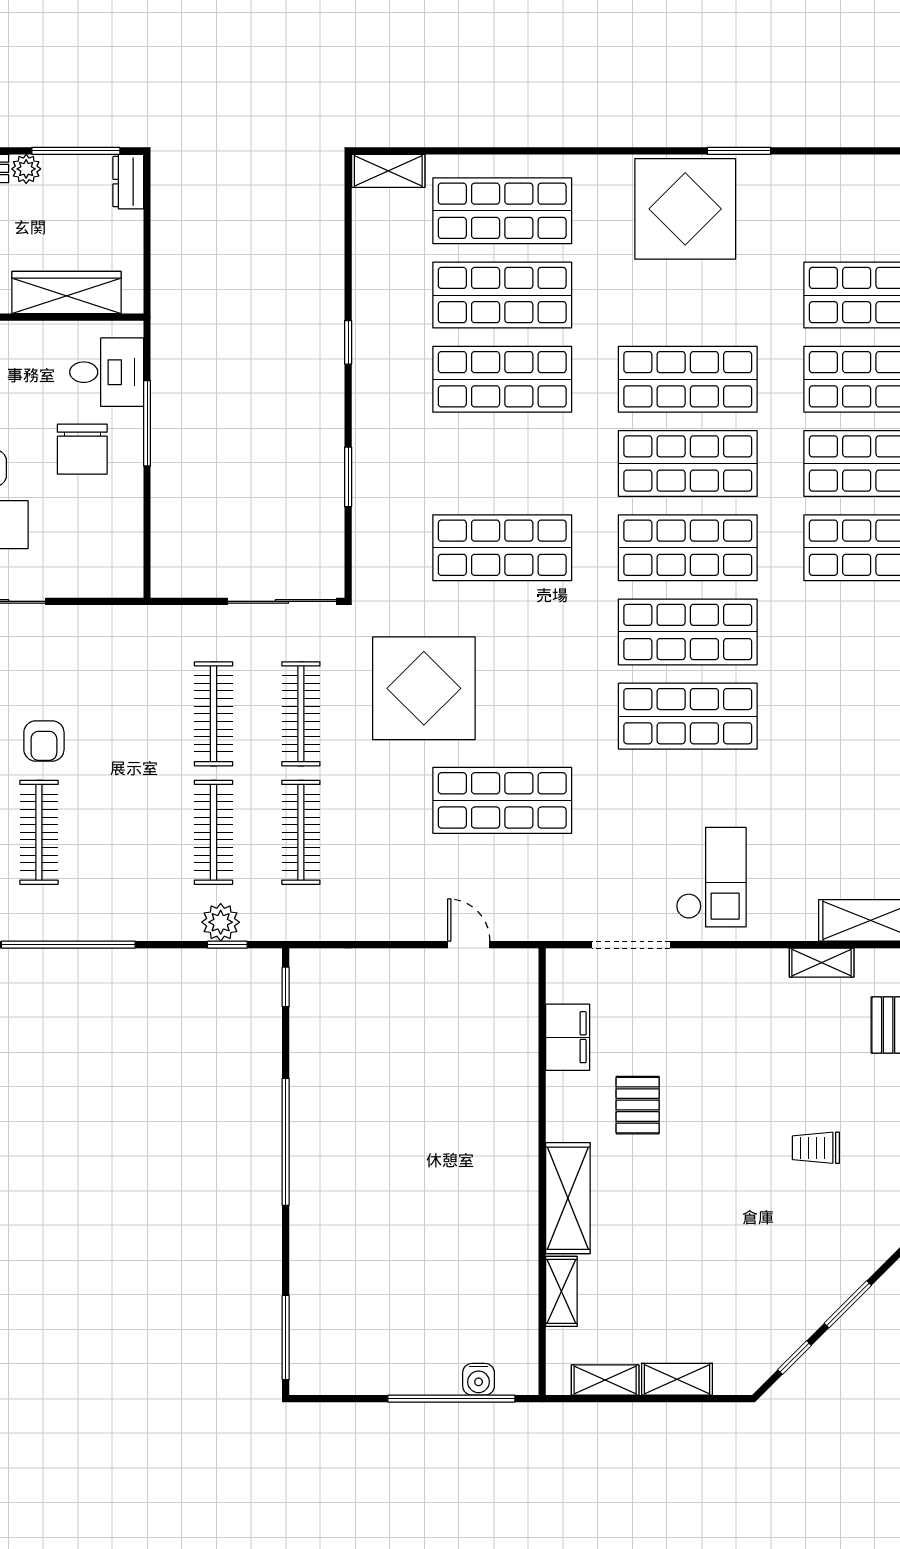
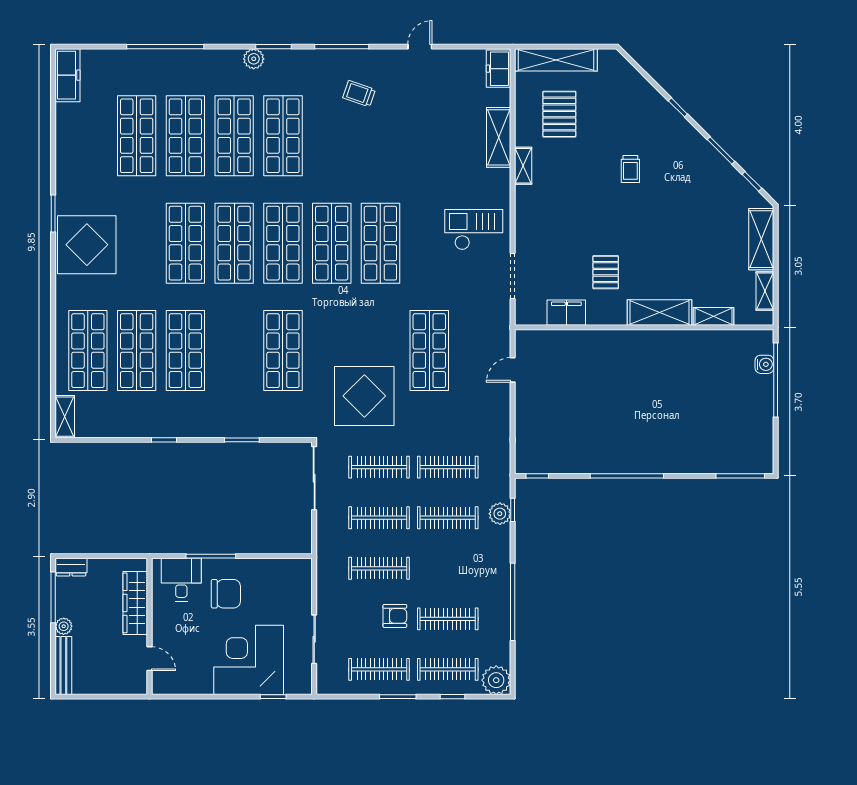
clothes rail: (126, 714) -> (379, 568), added
pallet: (638, 1105) -> (606, 272), turned 90
shelving: (677, 1379) -> (761, 239), width x1.50, depth x1.33

